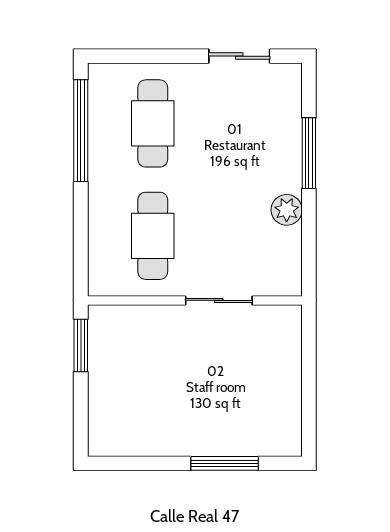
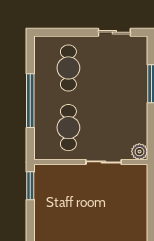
window: (81, 131) -> (30, 101), moved
plant: (287, 210) -> (139, 152), moved

